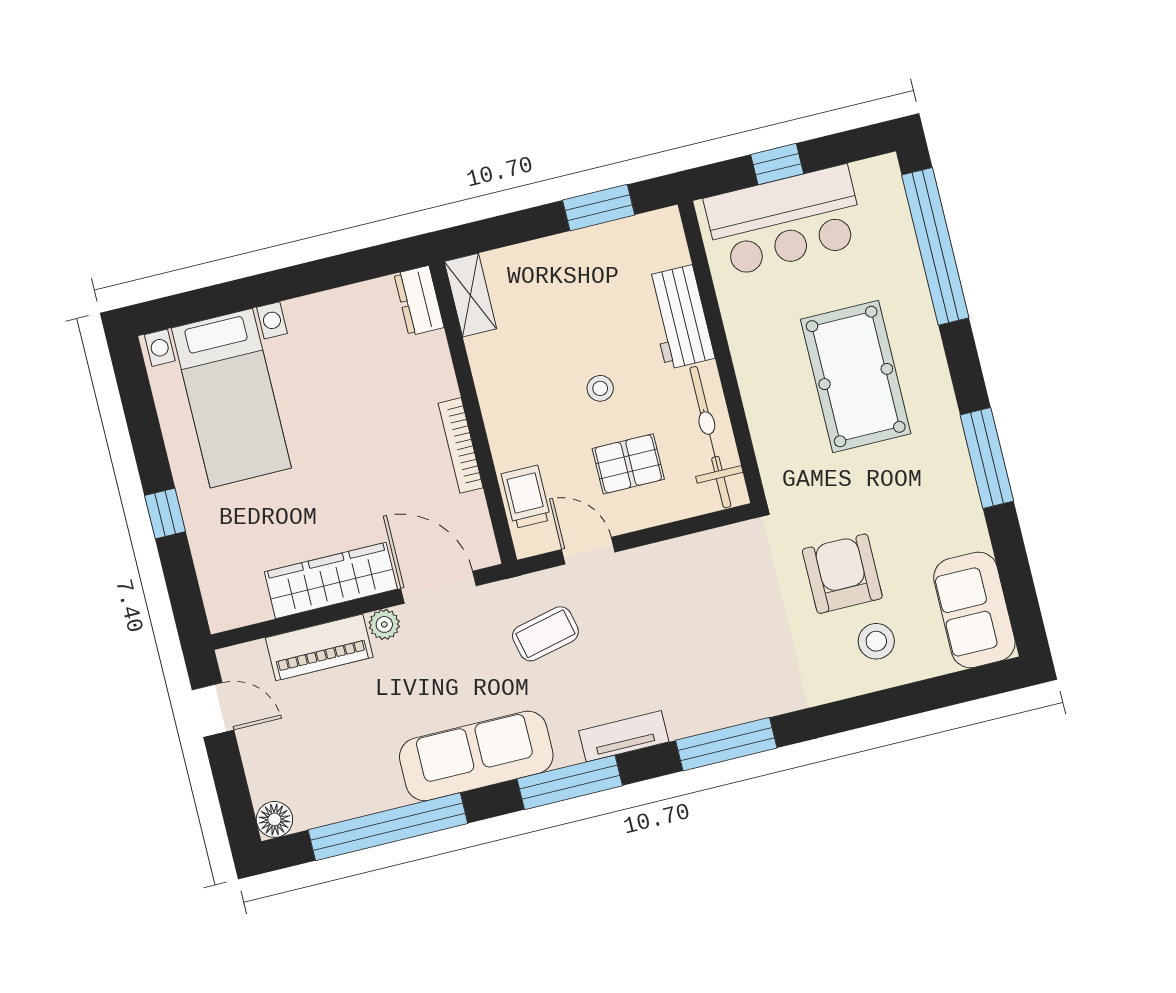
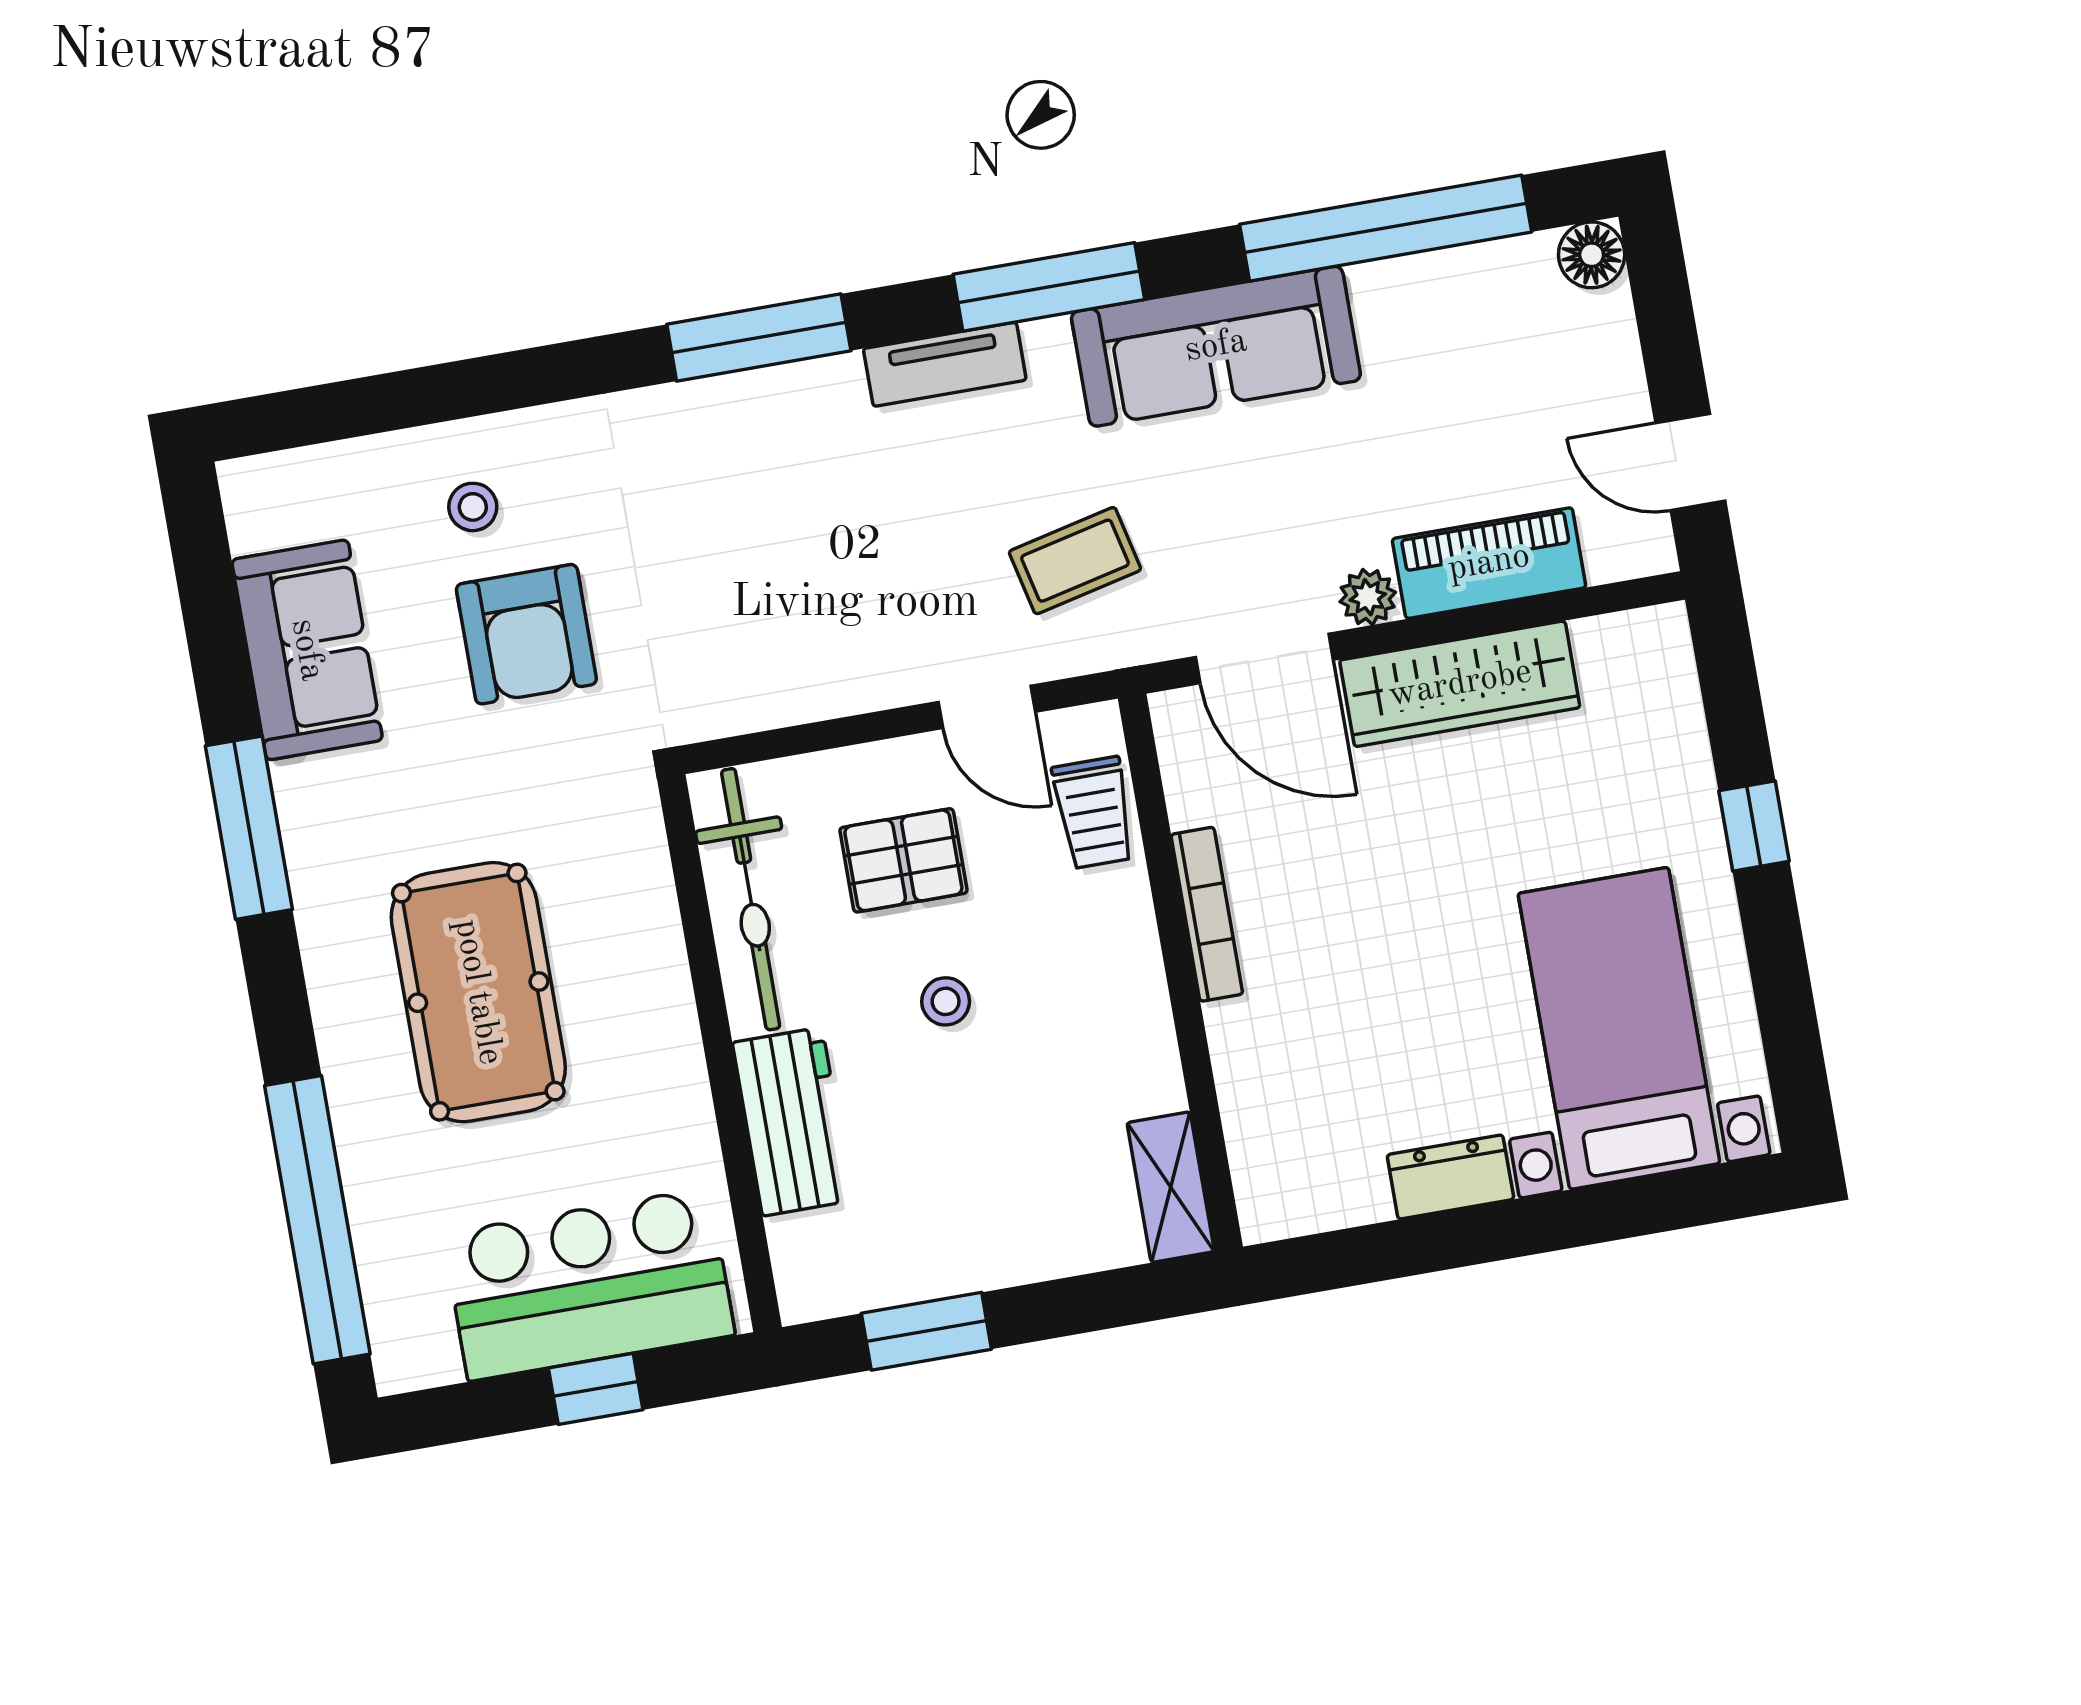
dresser: (419, 301) -> (1450, 1177), moved, turned -90
sofa: (974, 610) -> (307, 650), moved
stool: (876, 641) -> (473, 507), width x0.73, depth x0.73

